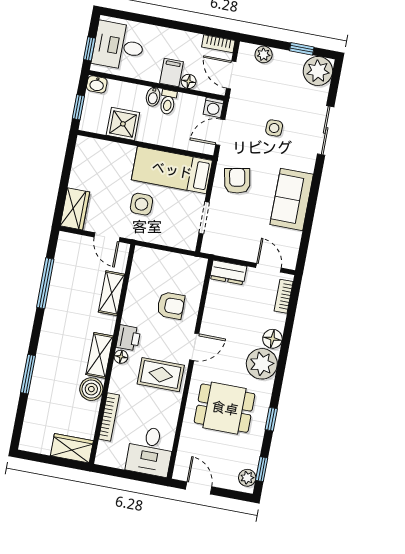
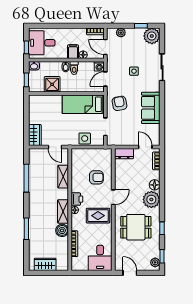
side table: (141, 204) -> (85, 138), moved
wardrobe: (72, 448) -> (45, 264), moved

